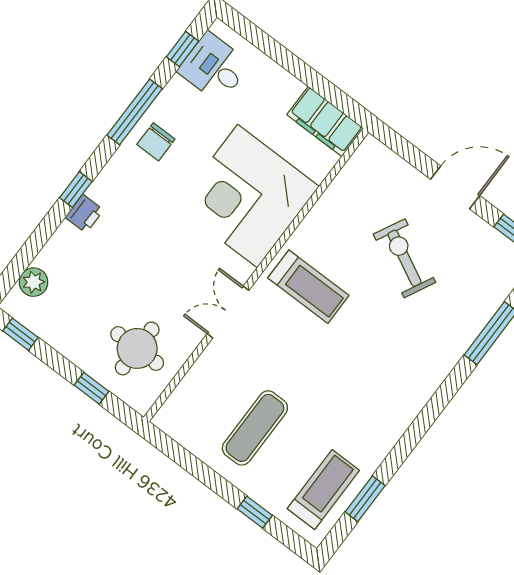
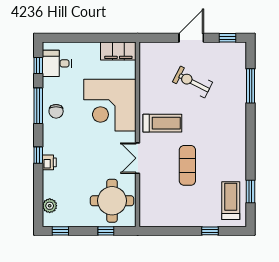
round table: (137, 348) -> (112, 201), width x1.36, depth x1.36
exercise mat: (255, 428) -> (187, 165), moved

